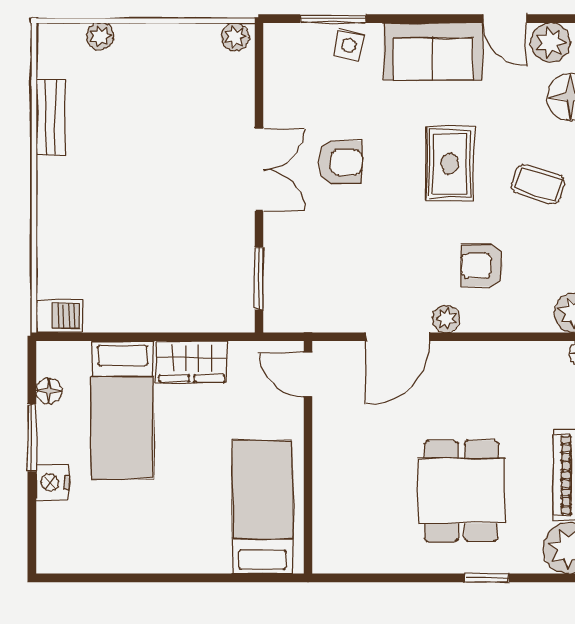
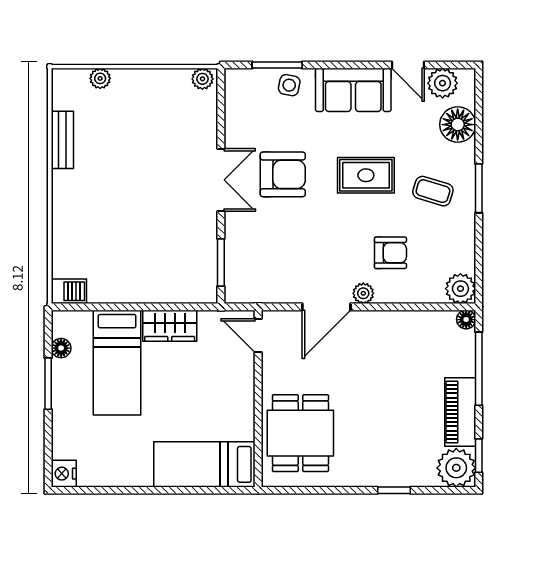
armchair: (340, 162) -> (283, 174), width x1.38, depth x1.38
rug: (450, 164) -> (366, 175), turned 90
armchair: (482, 266) -> (390, 253), turned 180
nightstand: (52, 482) -> (64, 474), moved
dining table: (461, 491) -> (300, 433), moved
bed: (262, 507) -> (204, 464), moved, turned -90

